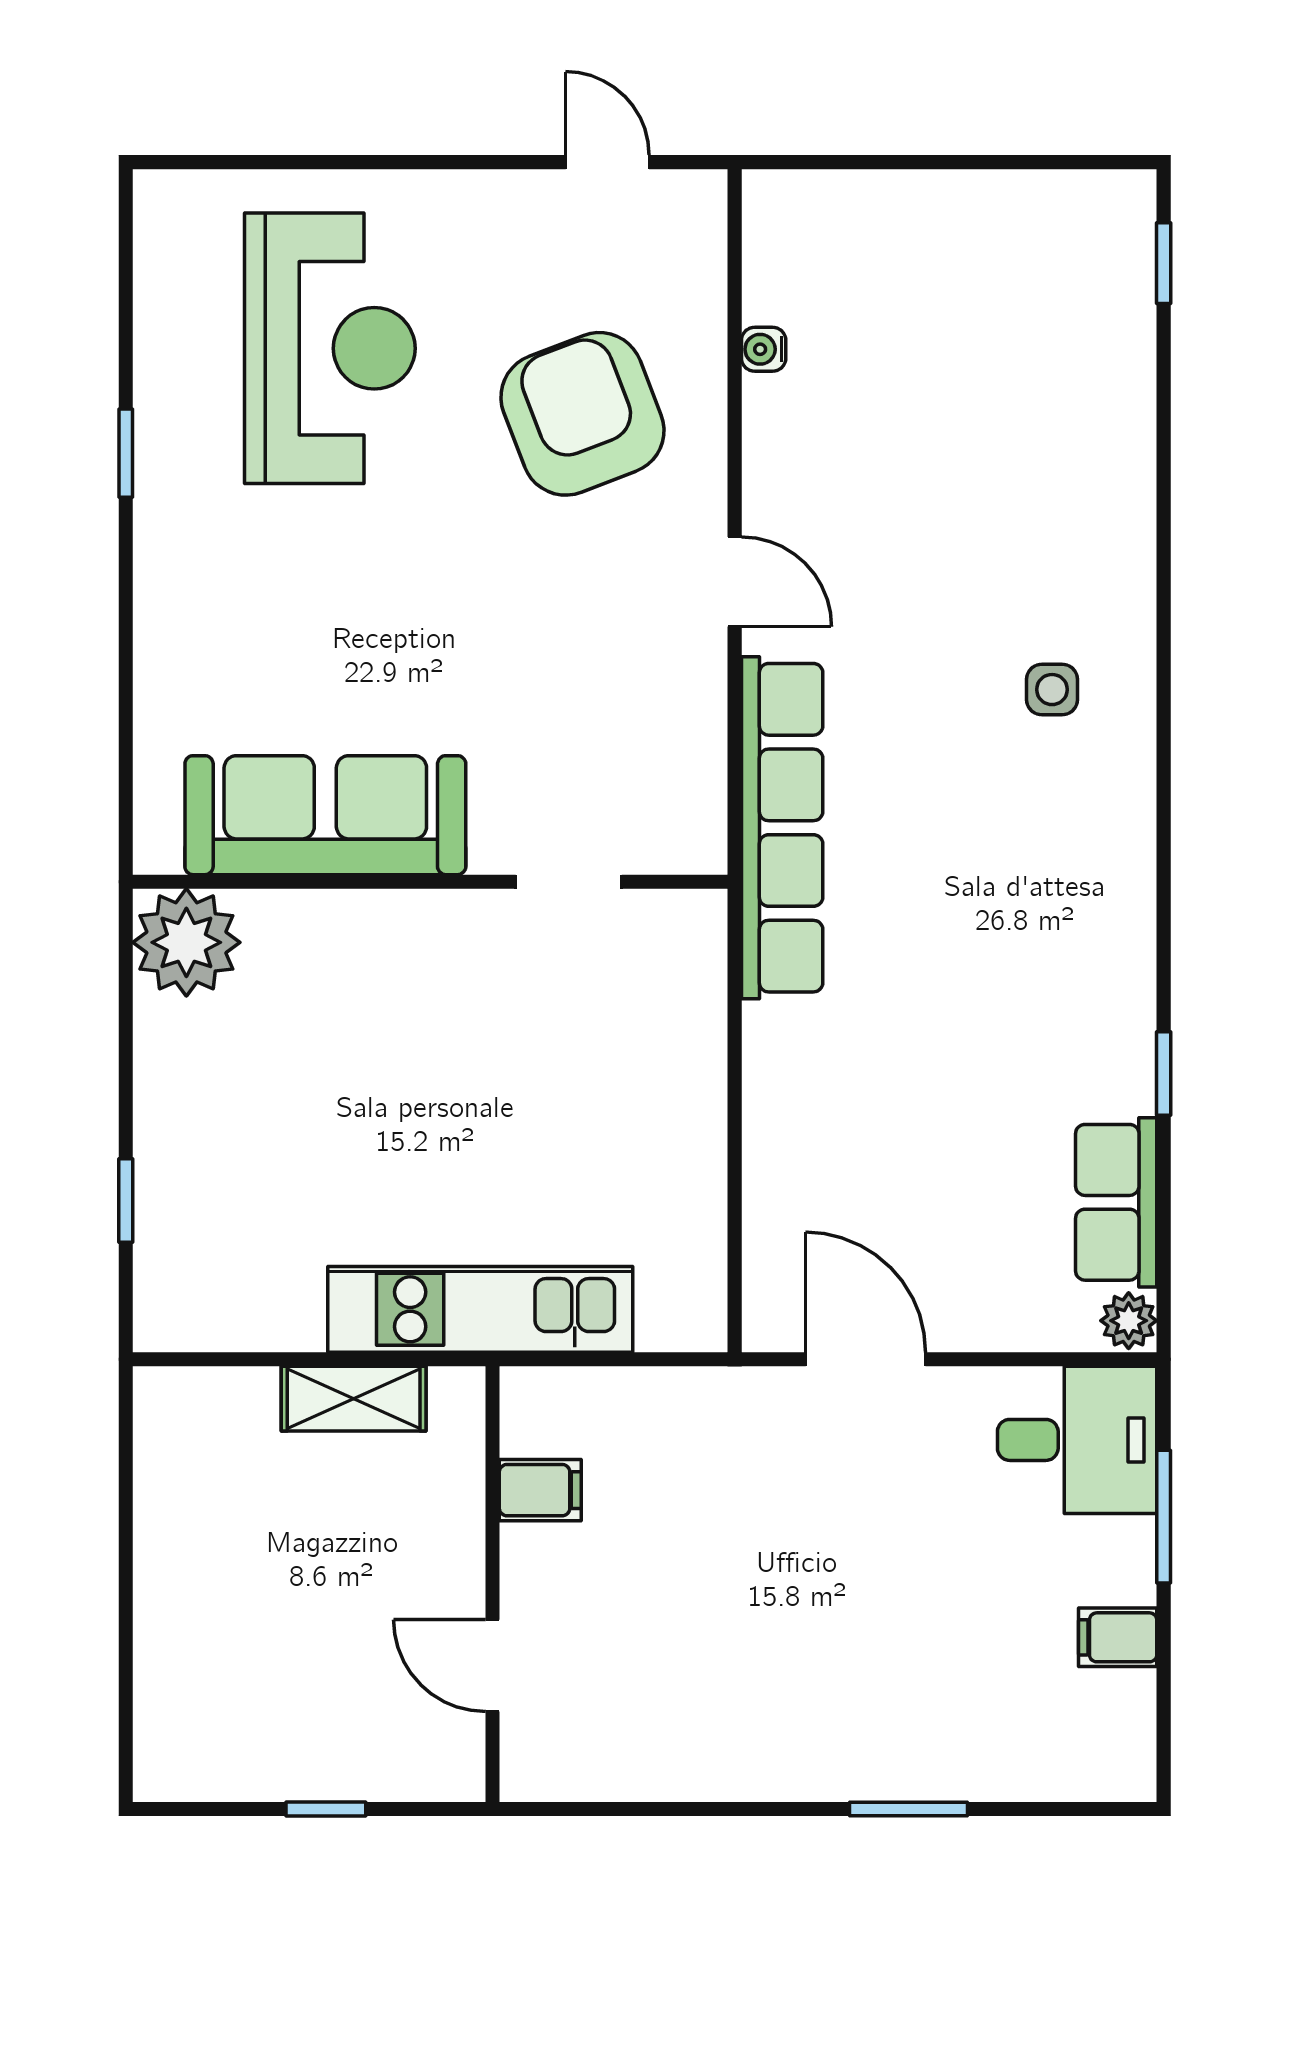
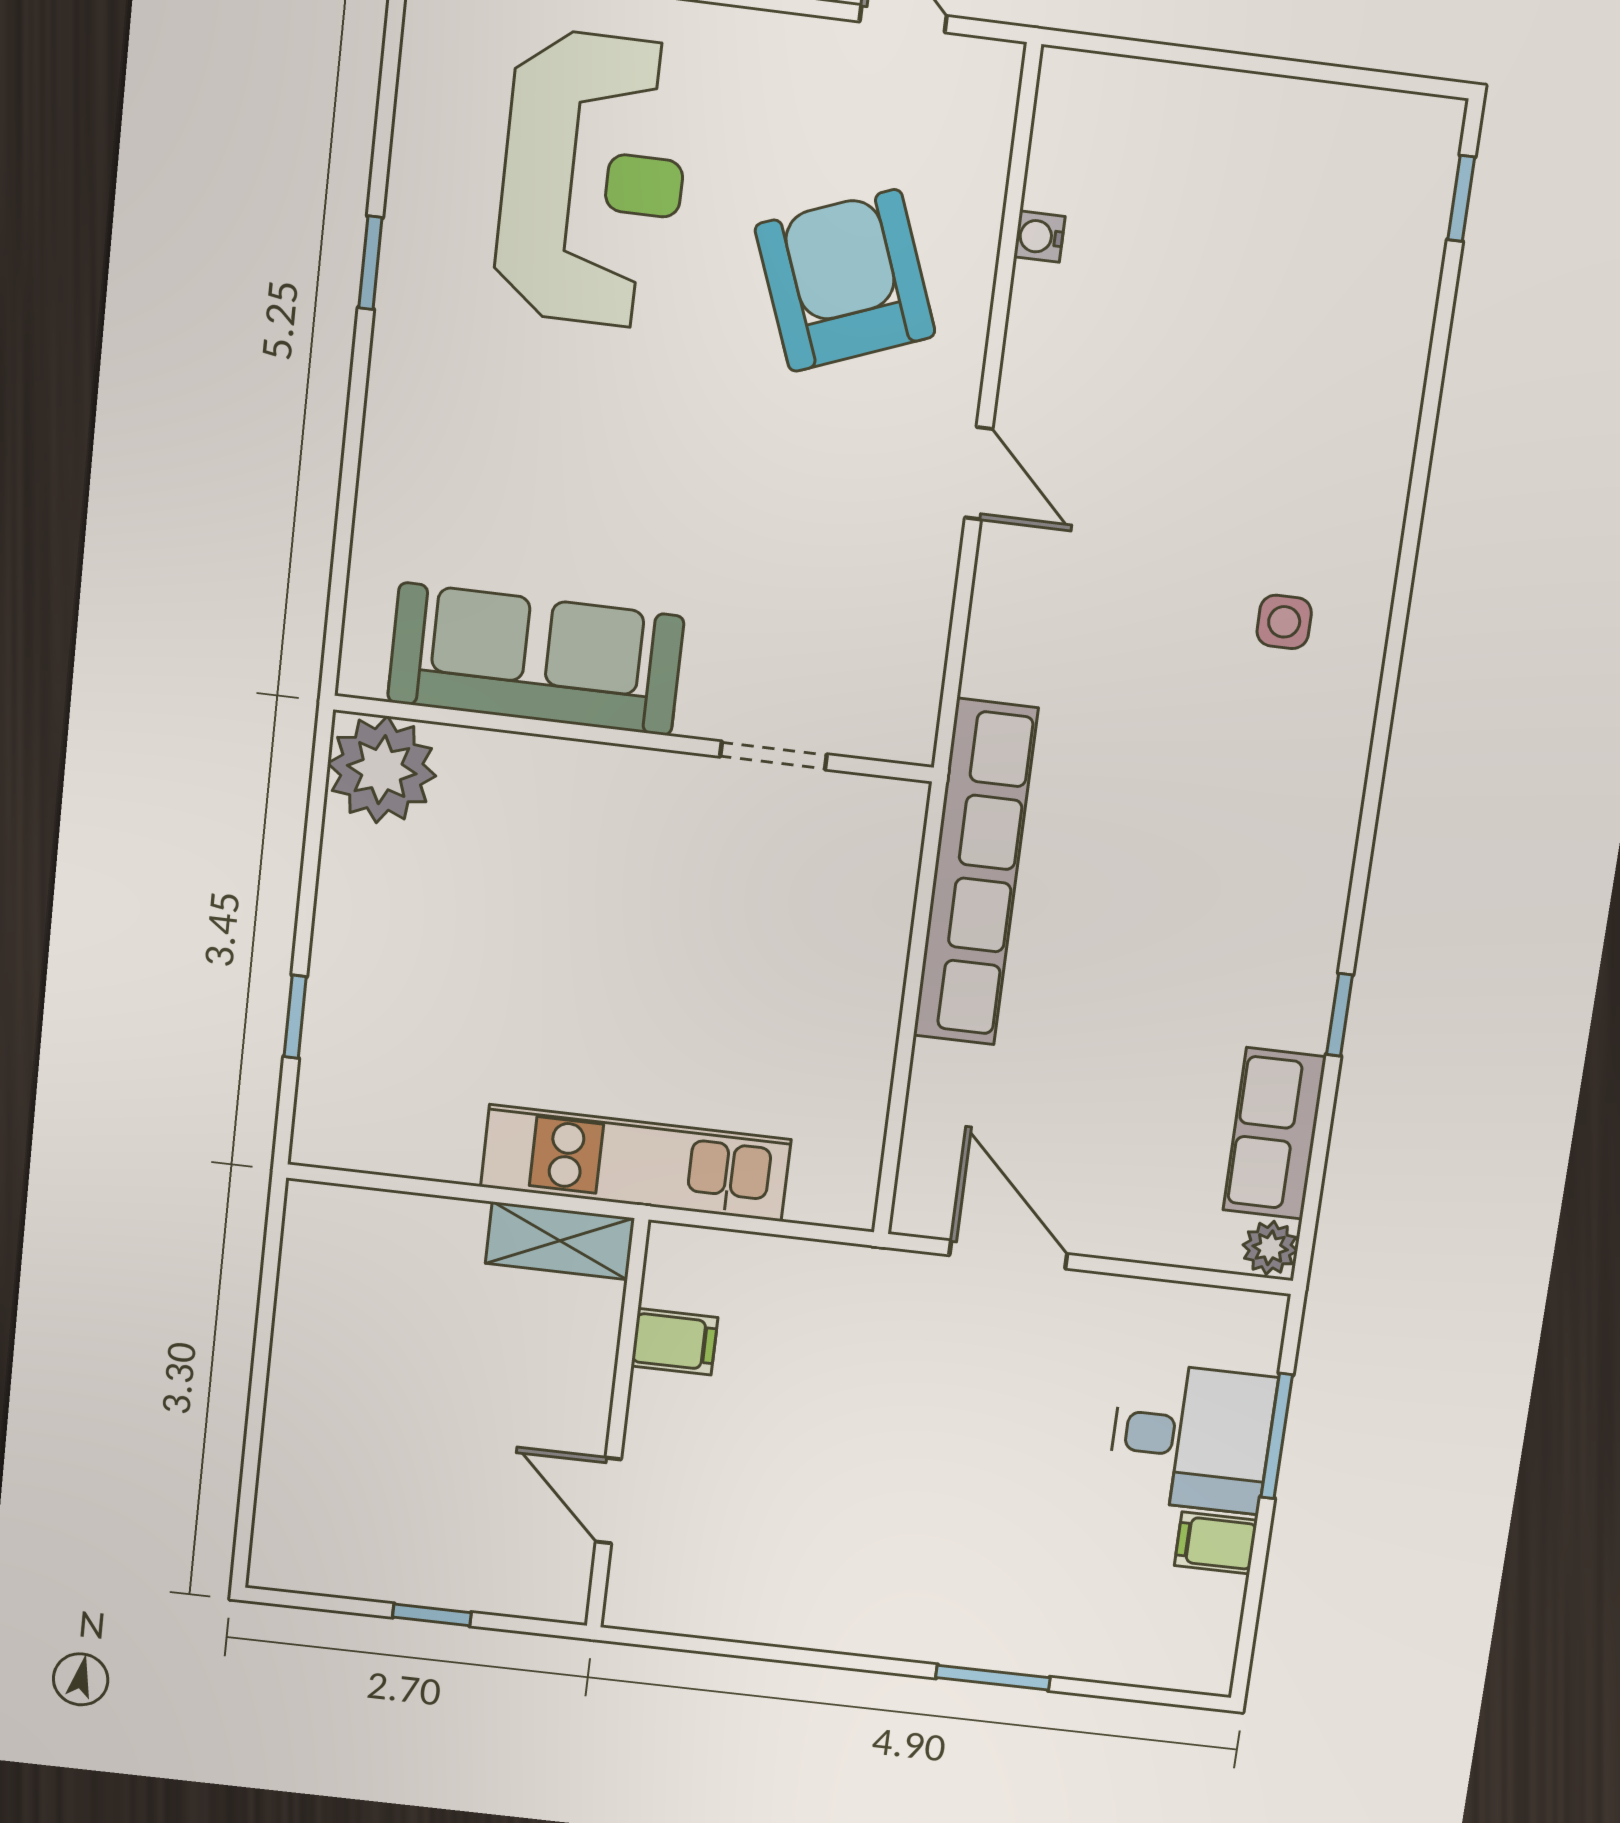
row of seats: (782, 828) -> (975, 873), moved
shelving: (354, 1399) -> (560, 1241), moved
desk: (1077, 1440) -> (1192, 1438), moved

